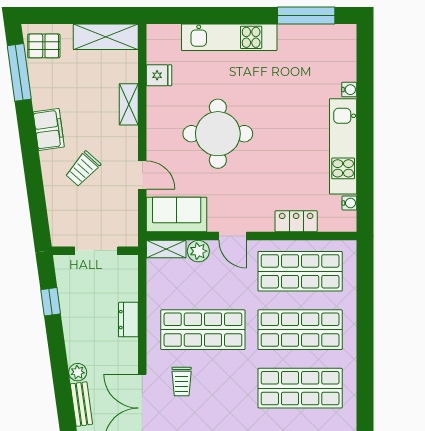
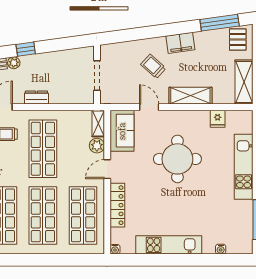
water cooler: (349, 90) -> (221, 249), moved
shelving: (129, 104) -> (190, 96), width x1.50, depth x1.33
door: (142, 175) -> (149, 107), swing flipped
water cooler: (349, 203) -> (115, 249), moved
locker: (296, 221) -> (117, 205), width x1.53
window: (51, 302) -> (26, 49), moved
dresser: (128, 320) -> (36, 98), moved

